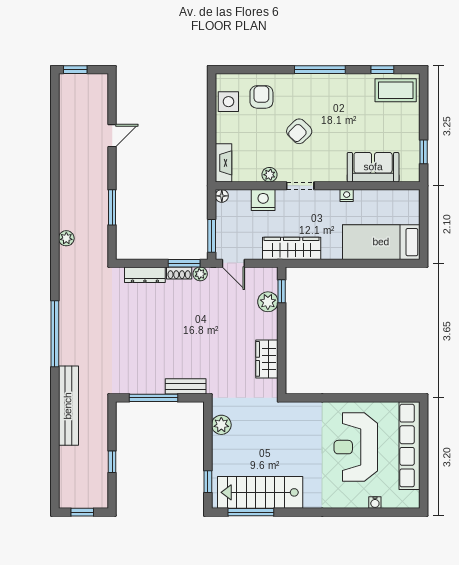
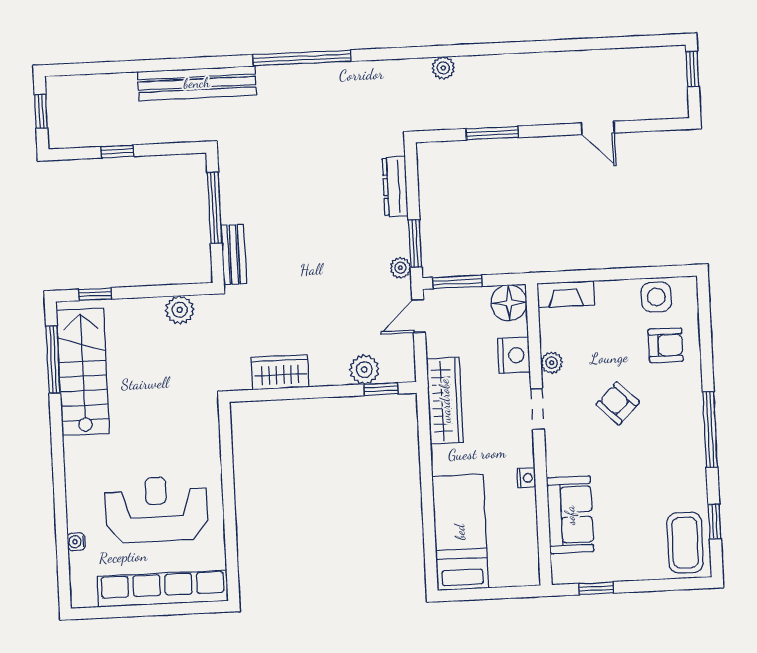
floor lamp: (222, 196) -> (509, 303), width x1.89, depth x1.89
shoe rack: (179, 273) -> (400, 237), removed

